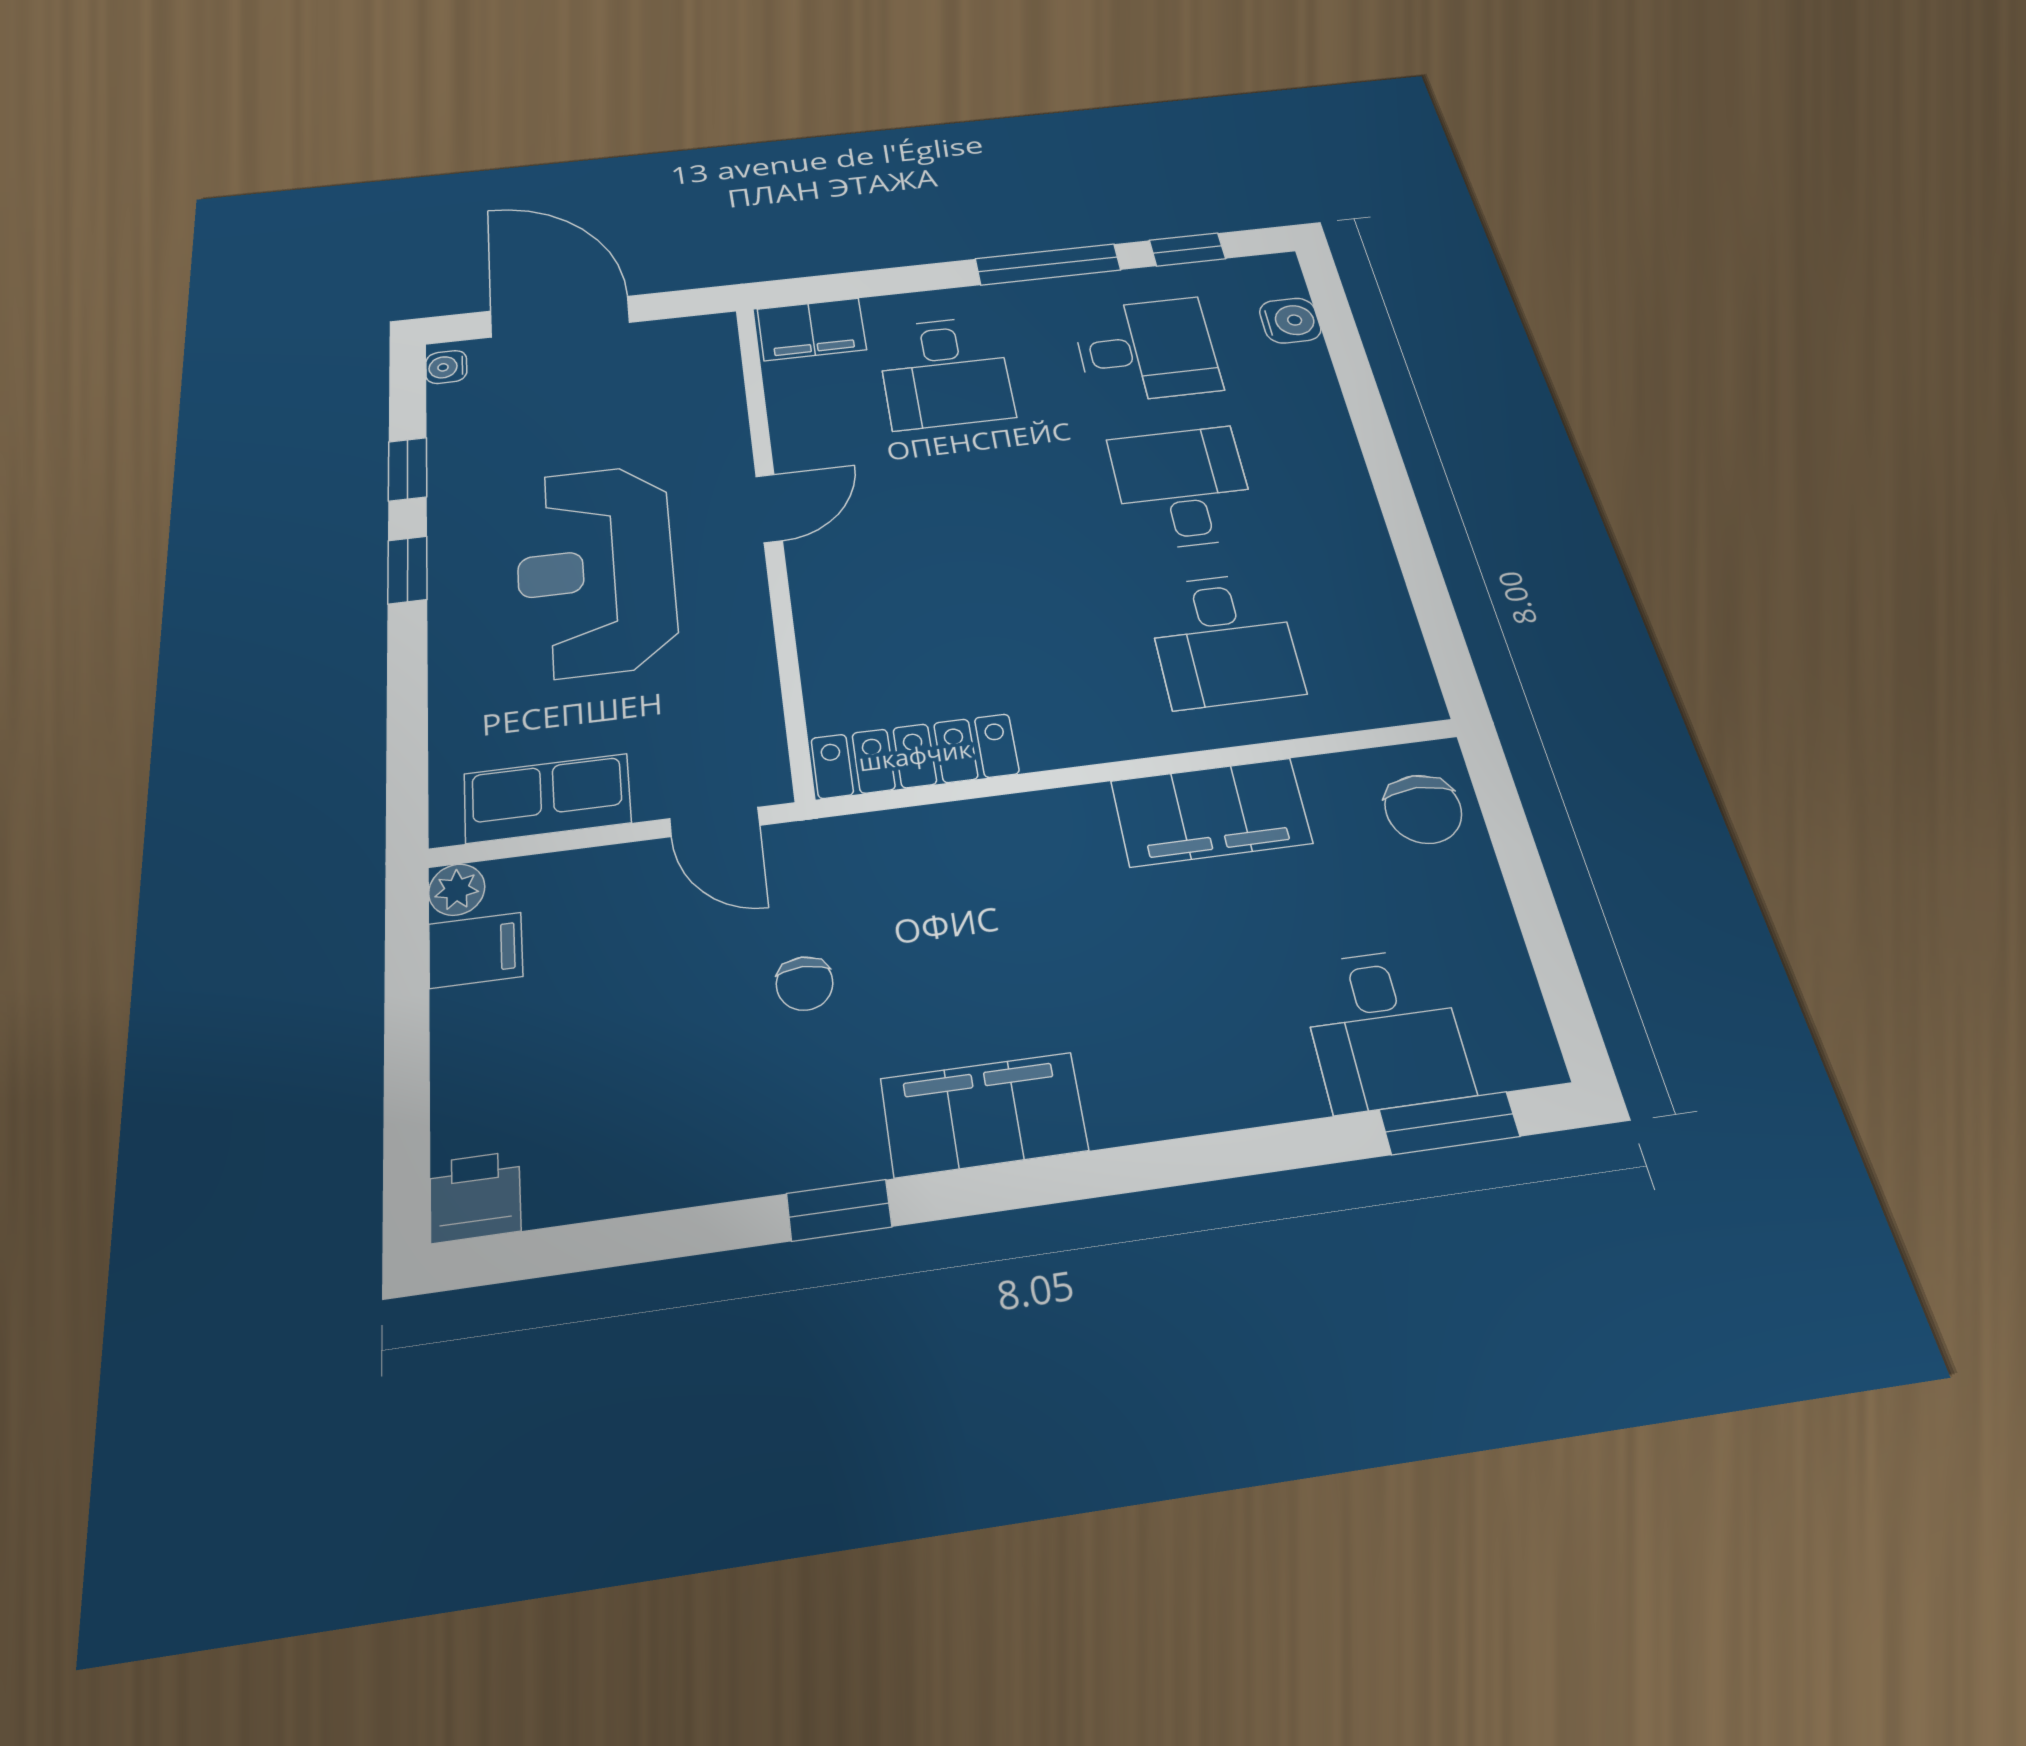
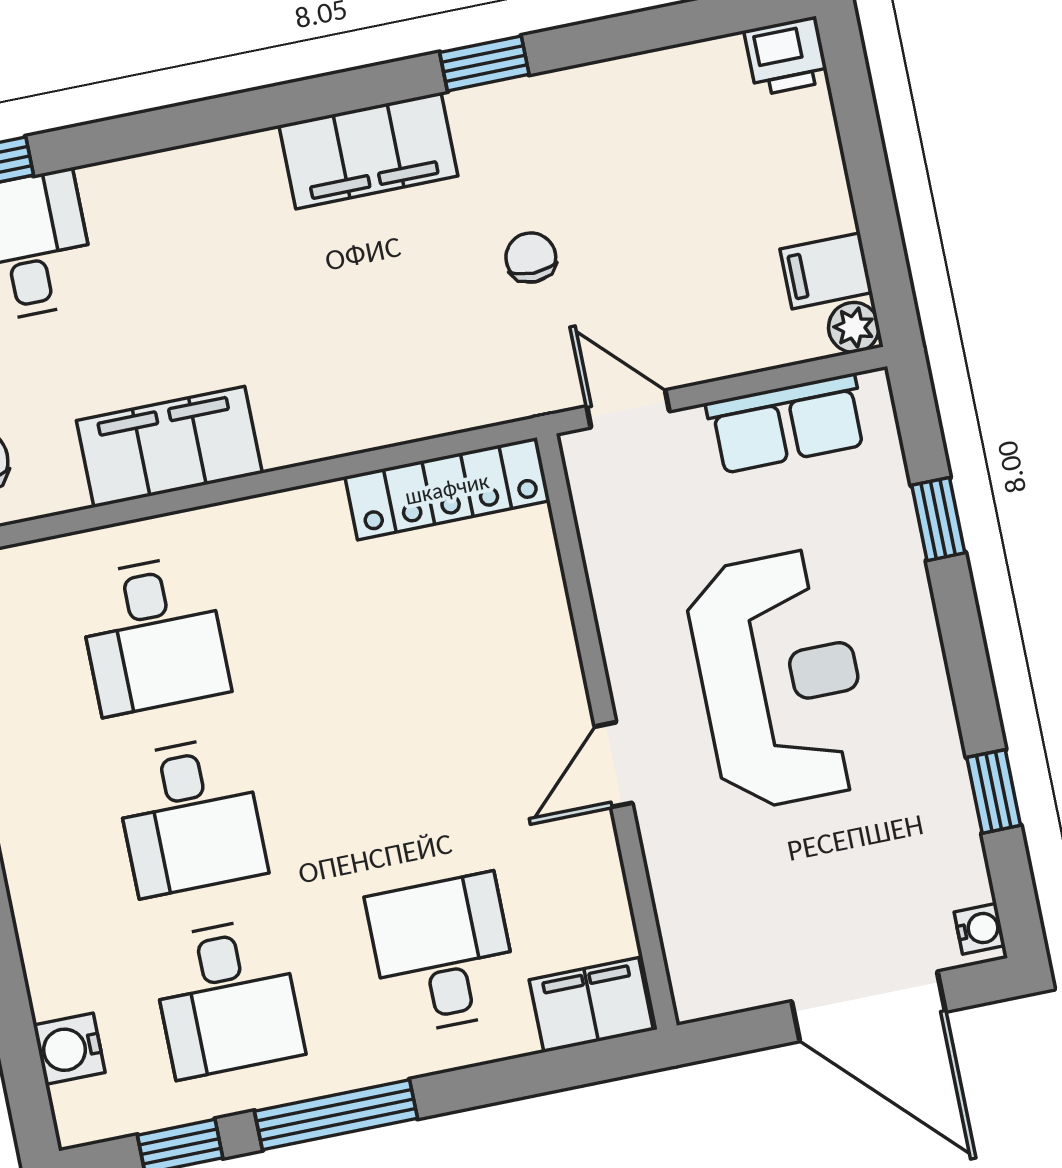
desk: (1146, 350) -> (227, 998), turned -90
window: (407, 570) -> (938, 519), moved
desk: (1223, 640) -> (153, 635), turned 180

